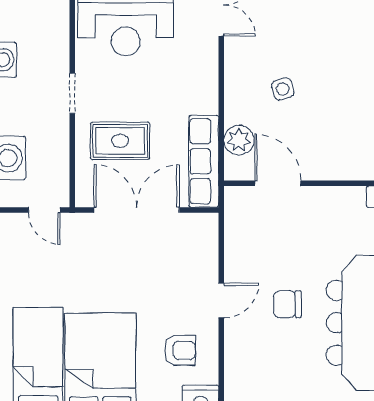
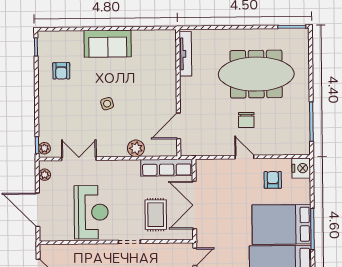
side table: (283, 89) -> (107, 104), moved
plant: (239, 140) -> (136, 148), moved

